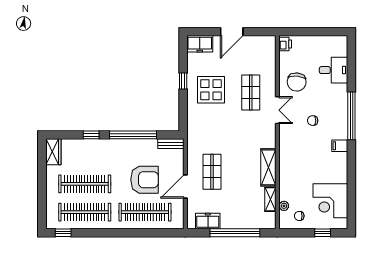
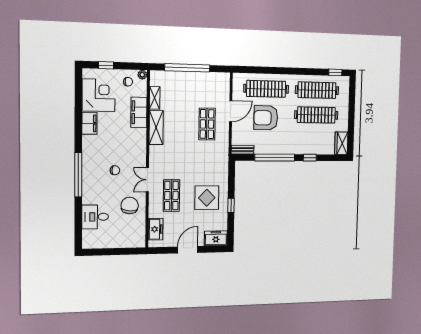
printer: (285, 44) -> (140, 240), removed
filing cabinet: (340, 146) -> (89, 123), moved, width x2.00
filing cabinet: (287, 183) -> (139, 112), added
plant: (284, 206) -> (142, 75), moved
freezer: (208, 221) -> (156, 229), moved, turned -90

